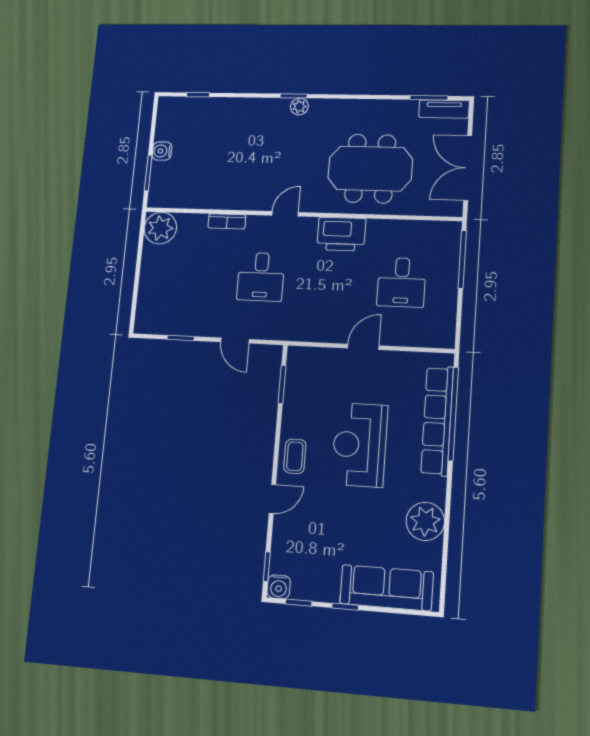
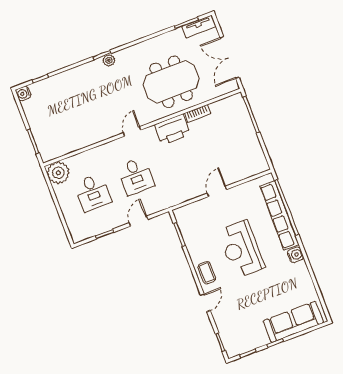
water cooler: (162, 151) -> (23, 94), moved
bookcase: (227, 221) -> (197, 113), moved
desk: (401, 282) -> (93, 192), moved
door: (235, 341) -> (139, 221), swing flipped
plant: (425, 521) -> (298, 275), removed
water cooler: (279, 587) -> (295, 255), moved, turned -90

